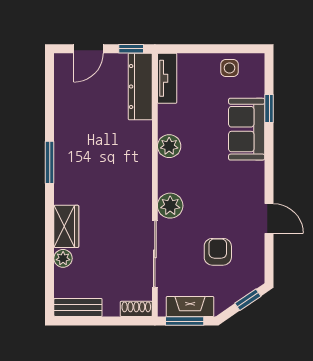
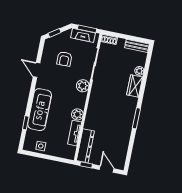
door: (88, 49) -> (107, 169), hinge flipped
tv unit: (167, 78) -> (75, 133), moved
sofa: (247, 129) -> (40, 110), width x1.36

